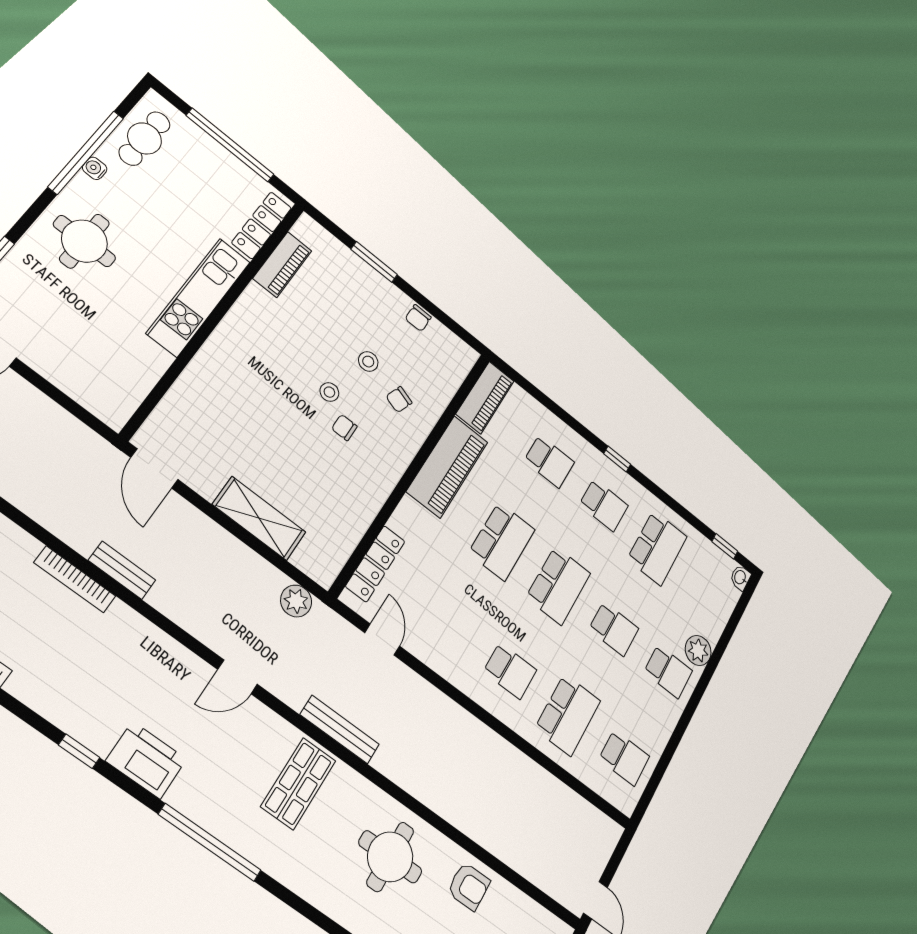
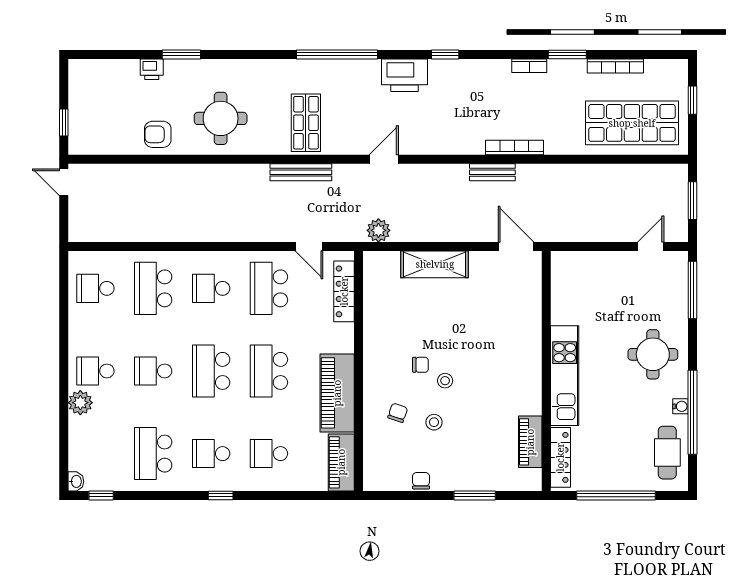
school desk: (451, 626) -> (269, 288), added

